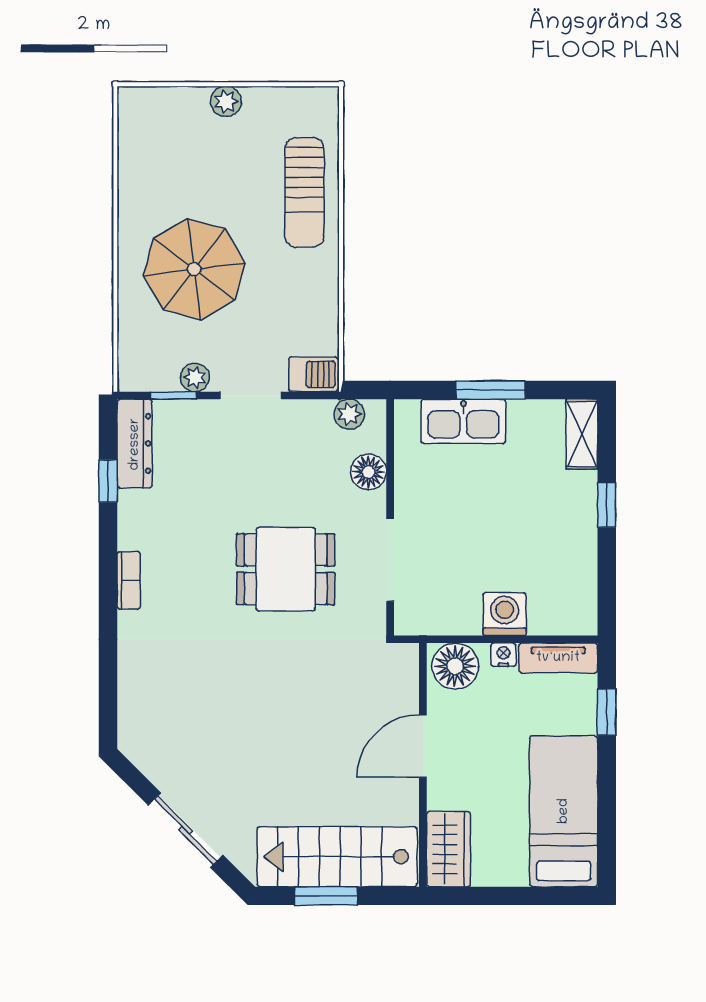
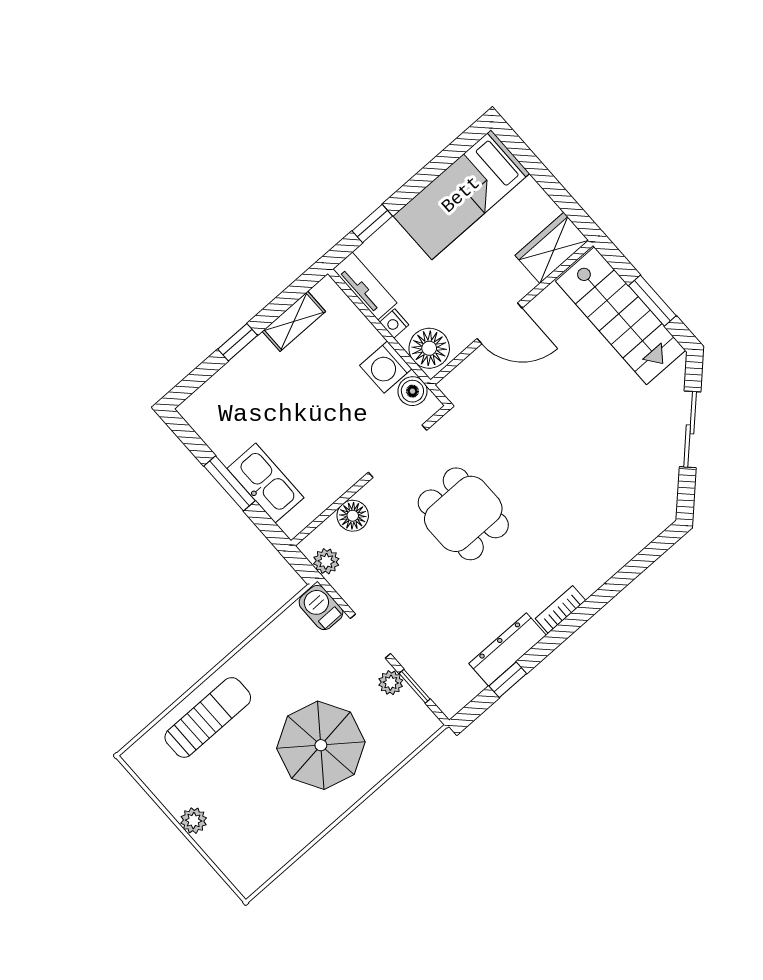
shelving: (582, 434) -> (294, 321), moved
dresser: (135, 444) -> (508, 649), moved
washing machine: (505, 614) -> (386, 367), moved
boiler: (431, 619) -> (412, 391), added

